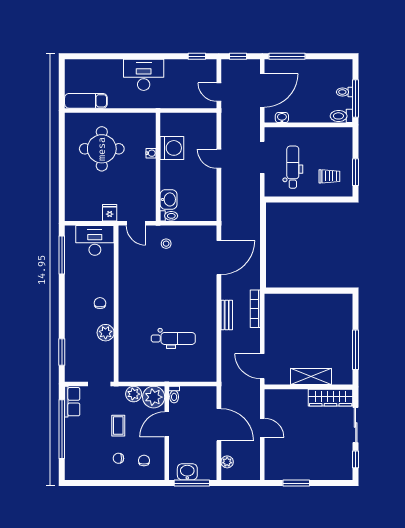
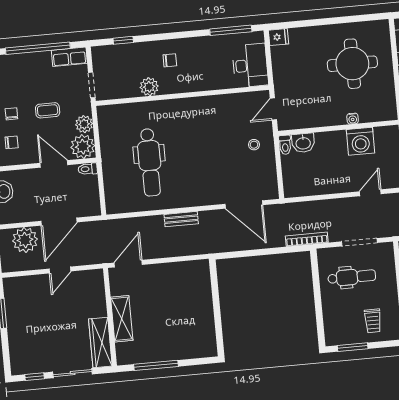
door: (219, 159) -> (370, 193), moved
trolley: (329, 176) -> (373, 321), moved
fridge: (110, 213) -> (279, 37), moved
chair: (100, 303) -> (170, 60), moved
bookcase: (255, 309) -> (307, 239), moved
dental chair: (173, 338) -> (150, 162), width x1.36, depth x1.38
window: (62, 352) -> (123, 40), width x0.67
plant: (227, 462) -> (25, 240), width x1.87, depth x1.87

